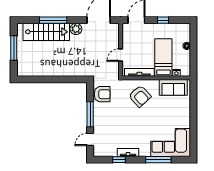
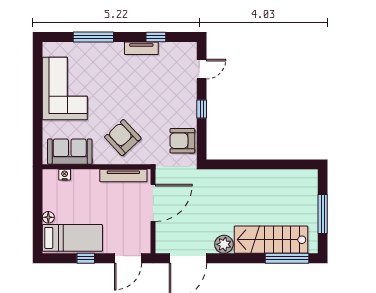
window: (53, 20) -> (287, 258), moved
door: (121, 55) -> (153, 203), width x1.88
bed: (163, 57) -> (72, 238), moved, turned -90
window: (90, 114) -> (202, 109), width x0.46
corner sofa: (171, 142) -> (65, 89), moved, turned -90

